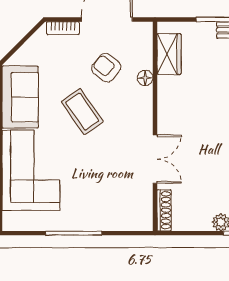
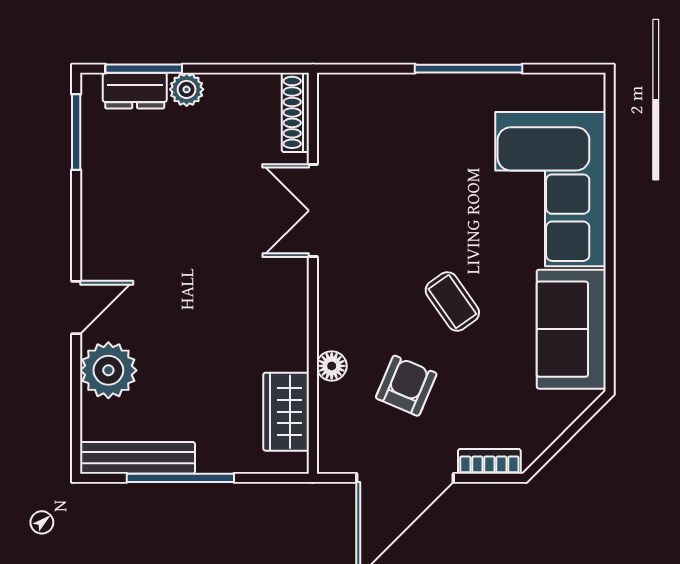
armchair: (106, 68) -> (406, 386), turned -106
coffee table: (82, 112) -> (452, 301), width x0.73, depth x0.77

